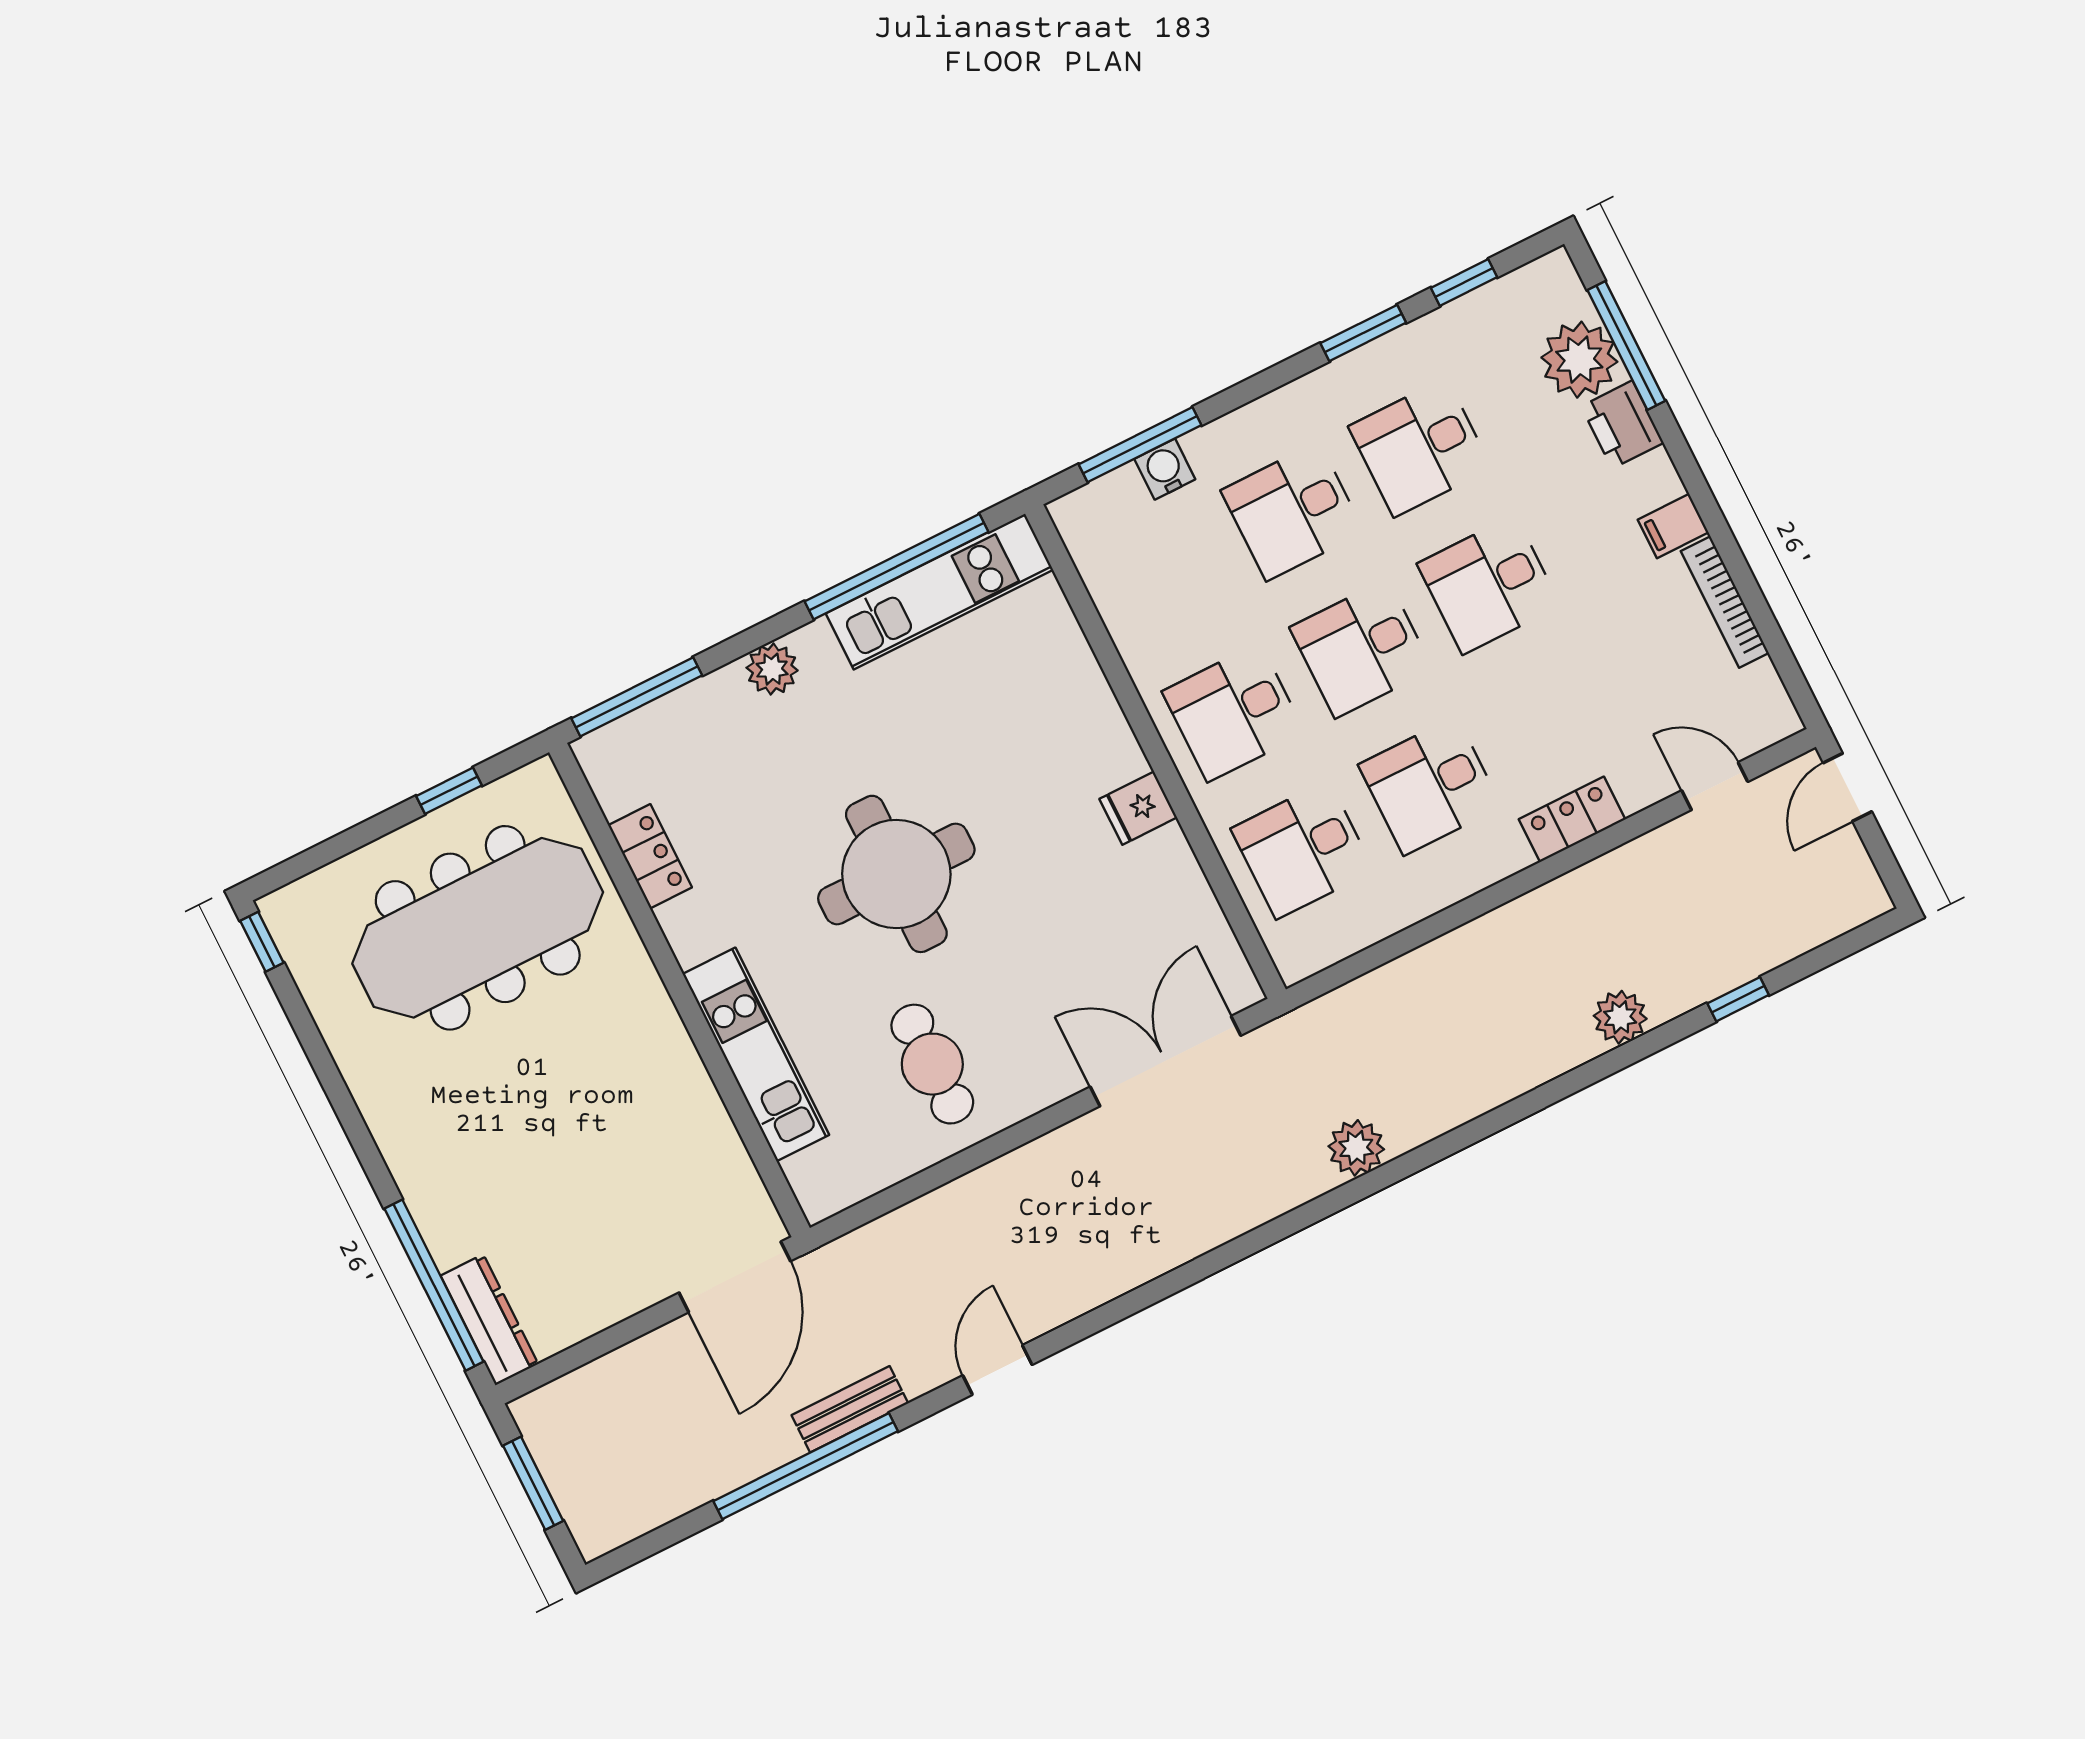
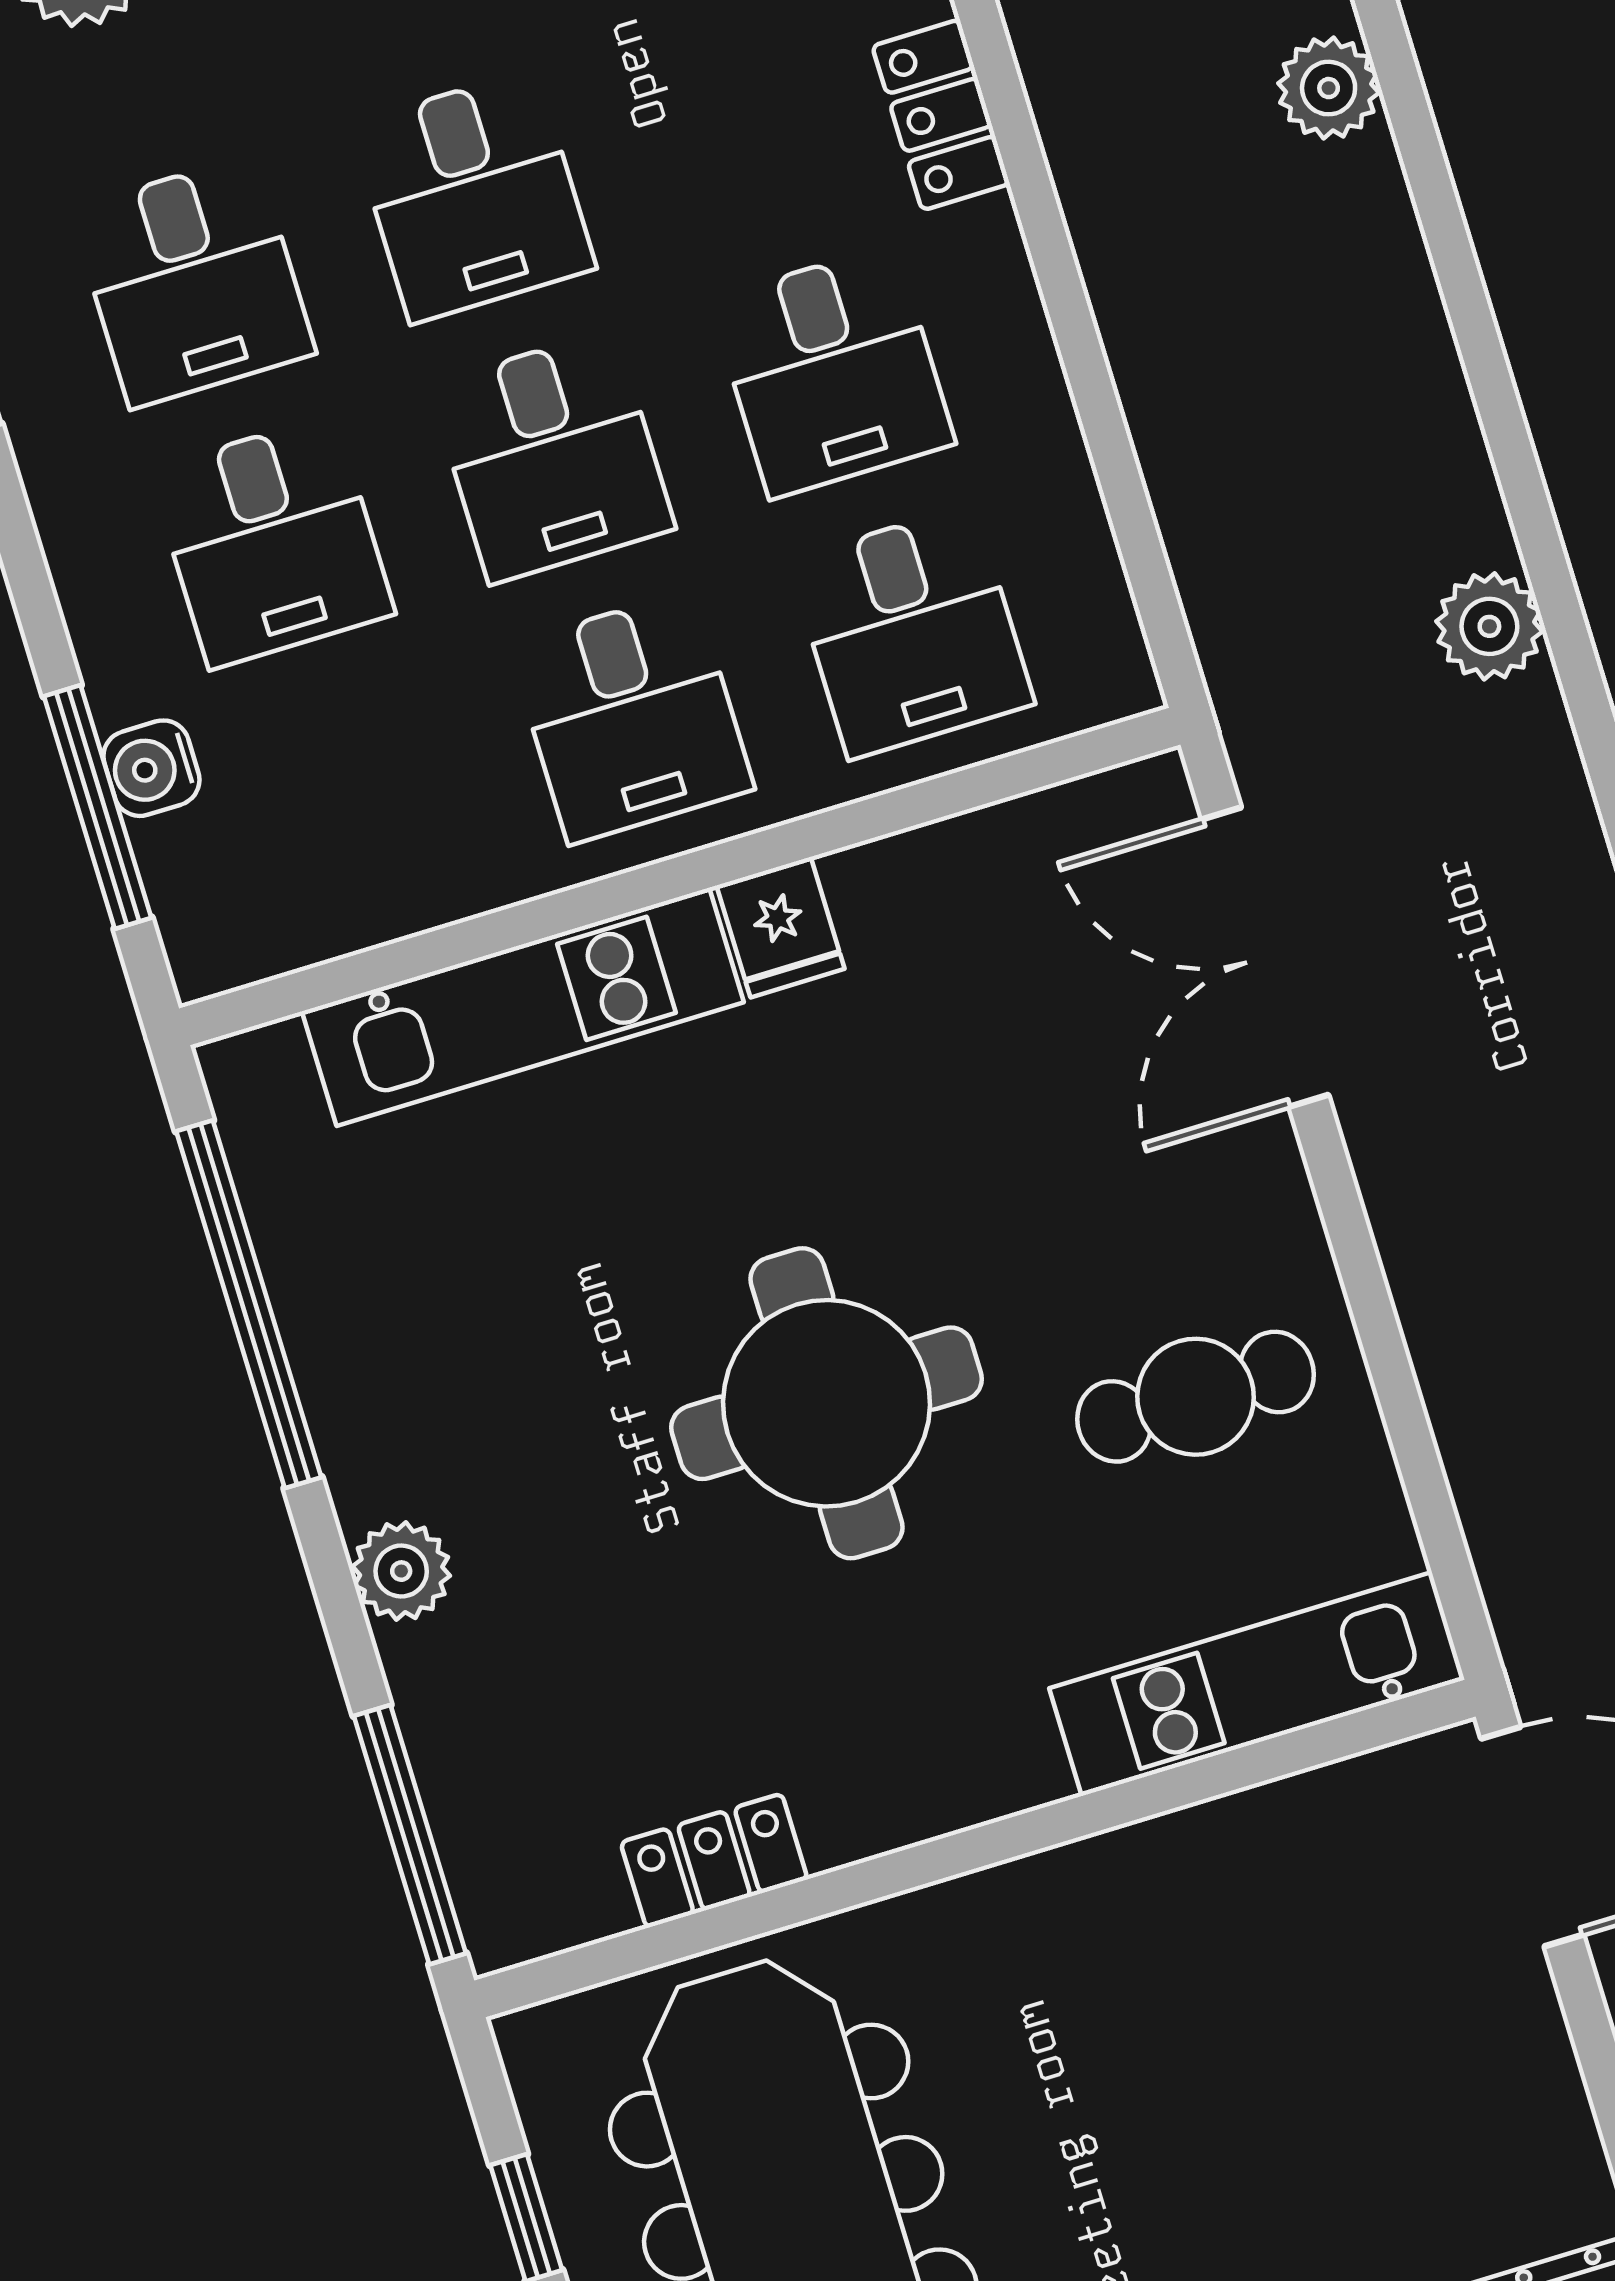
kitchen unit: (939, 592) -> (523, 1007), moved, turned 90
kitchen unit: (756, 1054) -> (1257, 1684), moved

